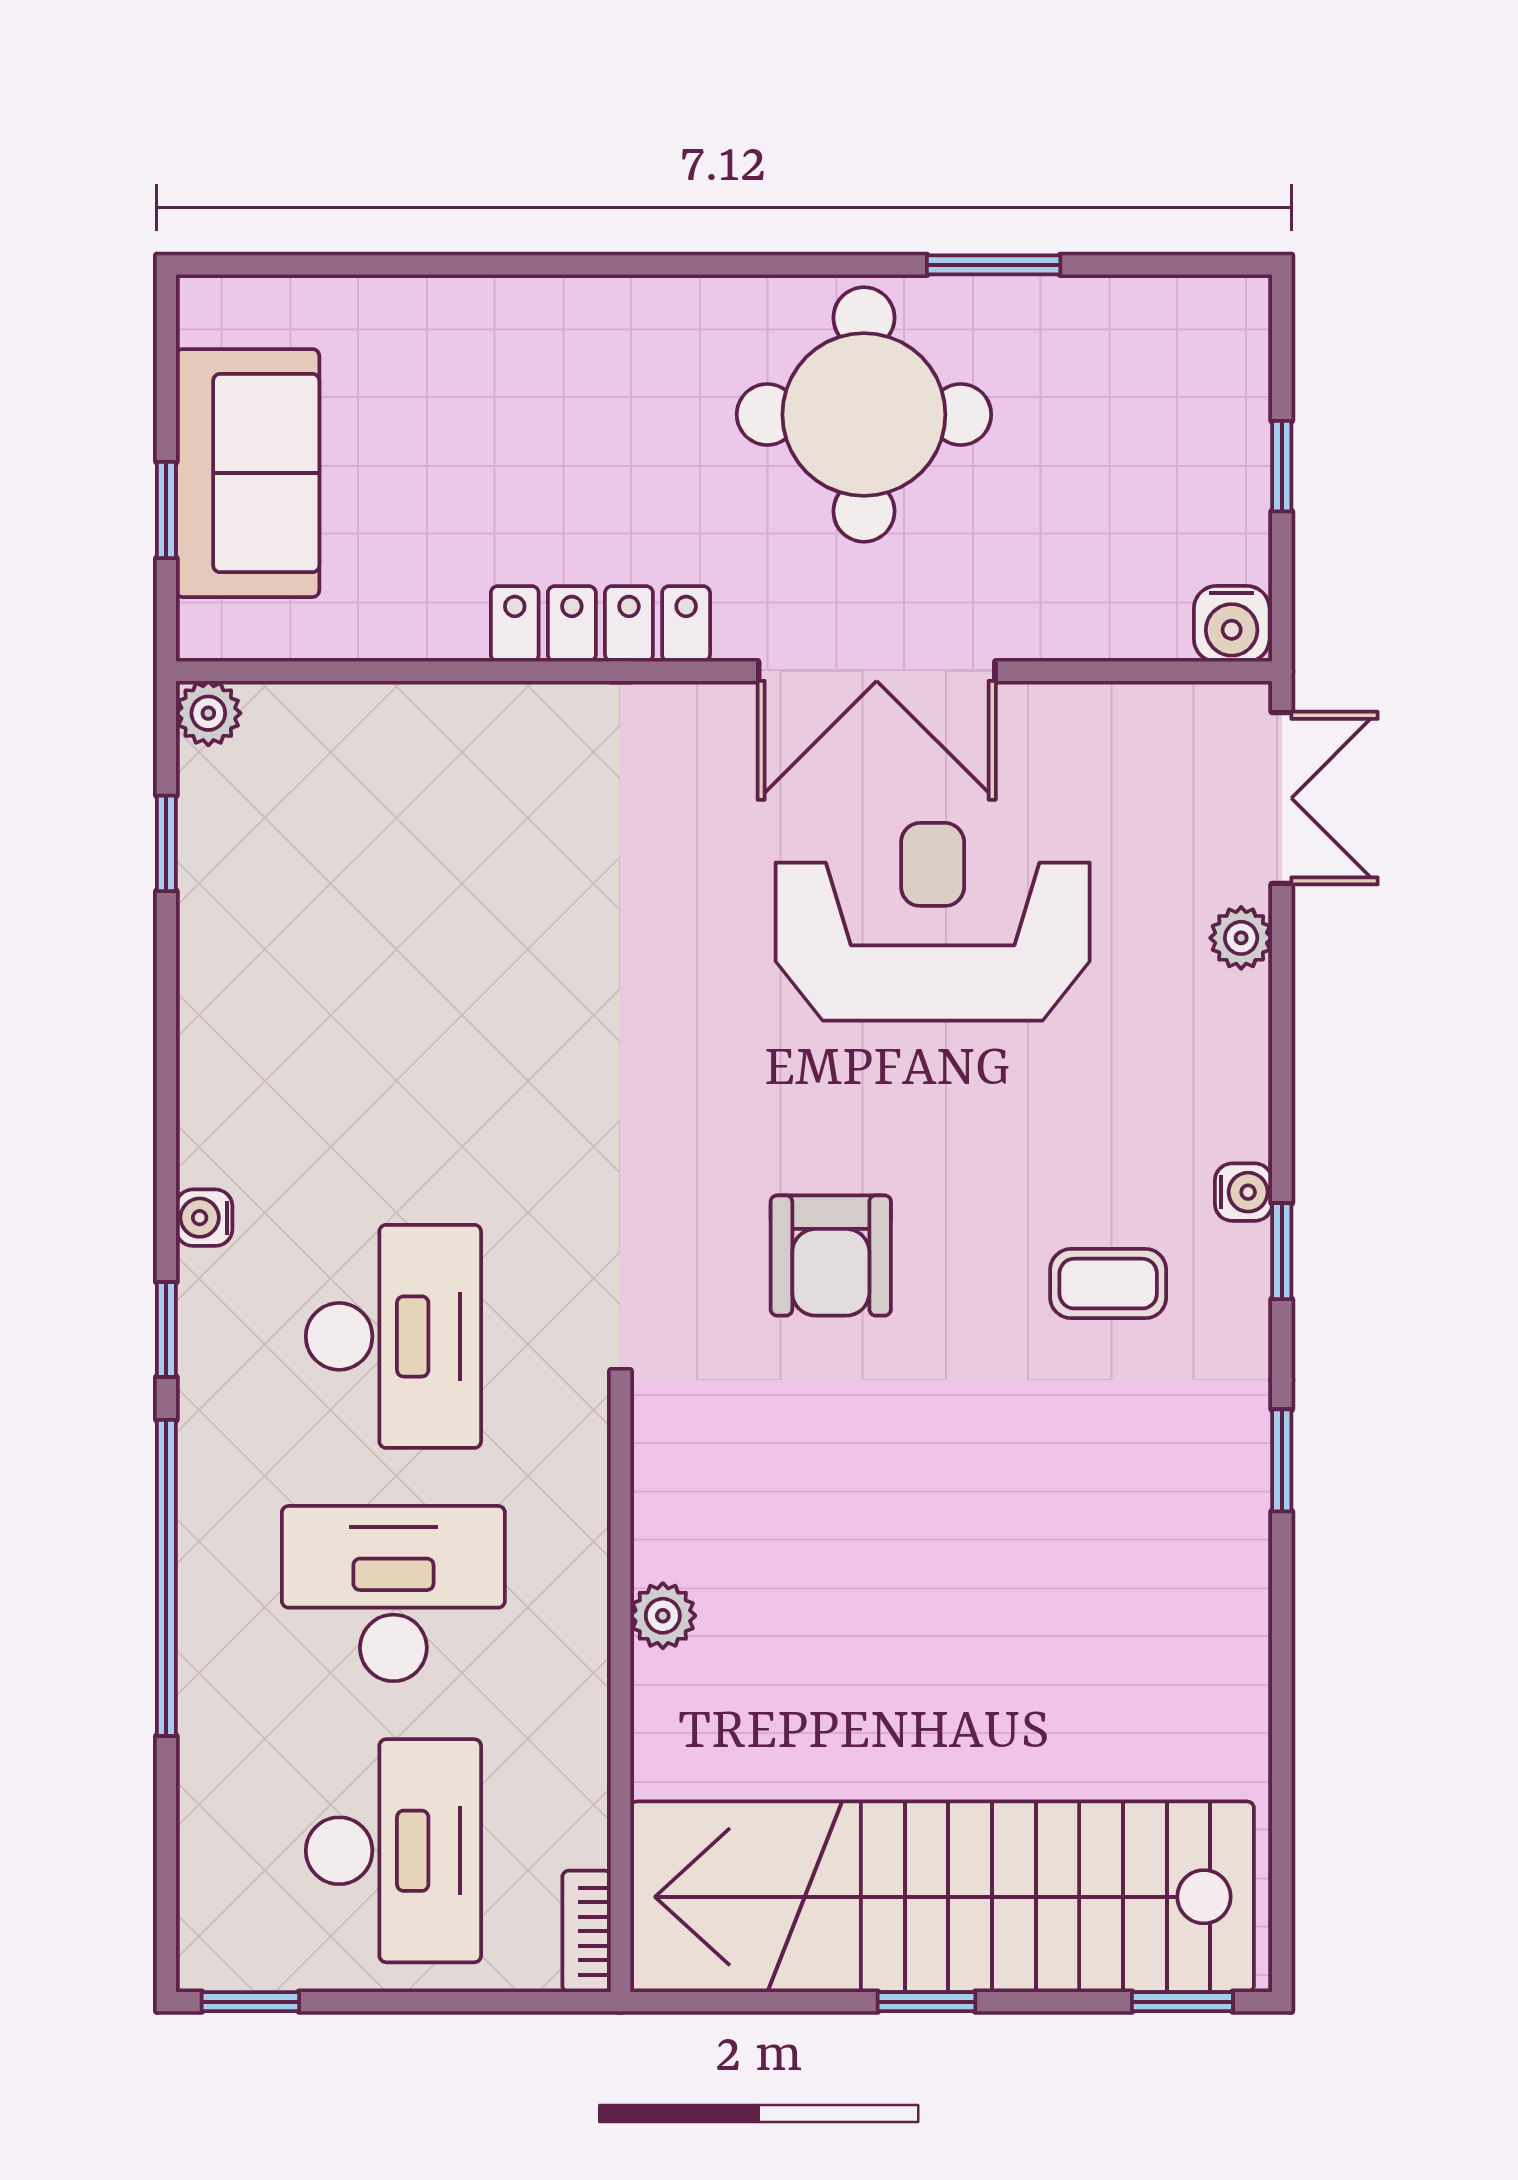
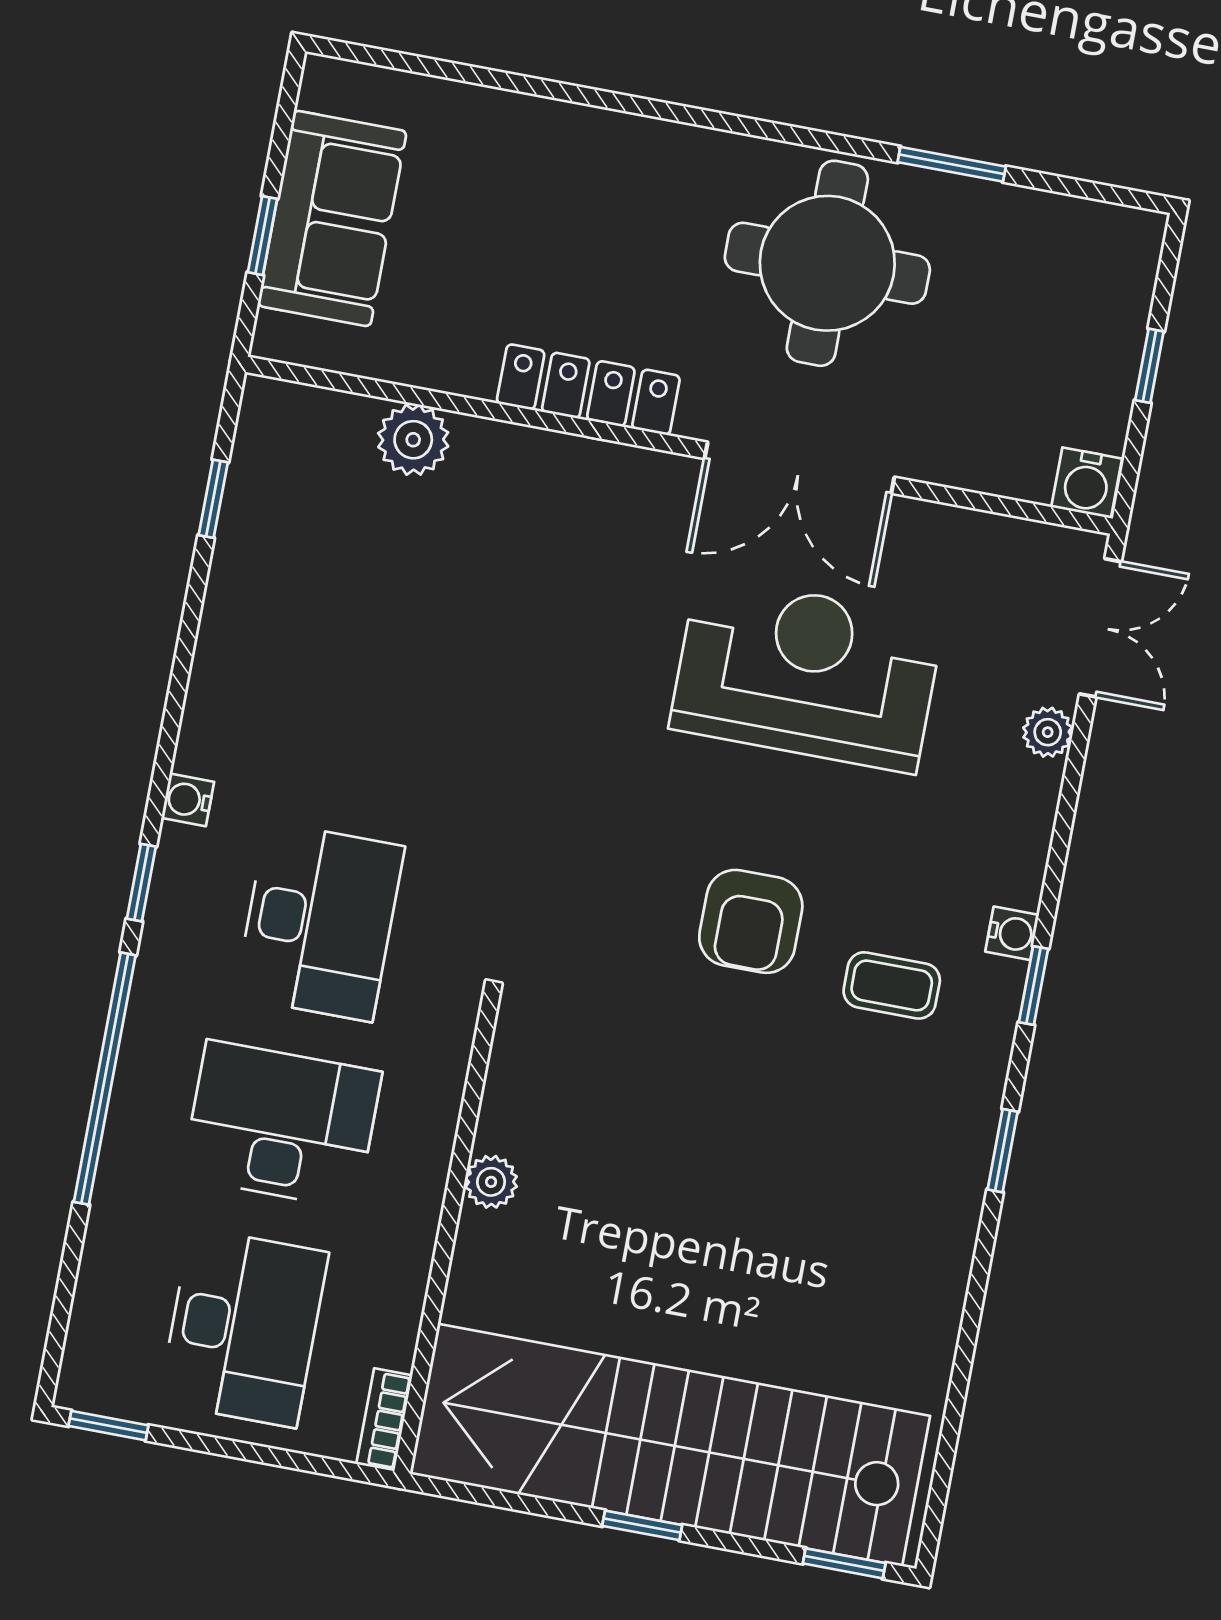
plant: (208, 713) -> (413, 440), moved, width x1.38, depth x1.38
armchair: (831, 1255) -> (751, 921), moved

